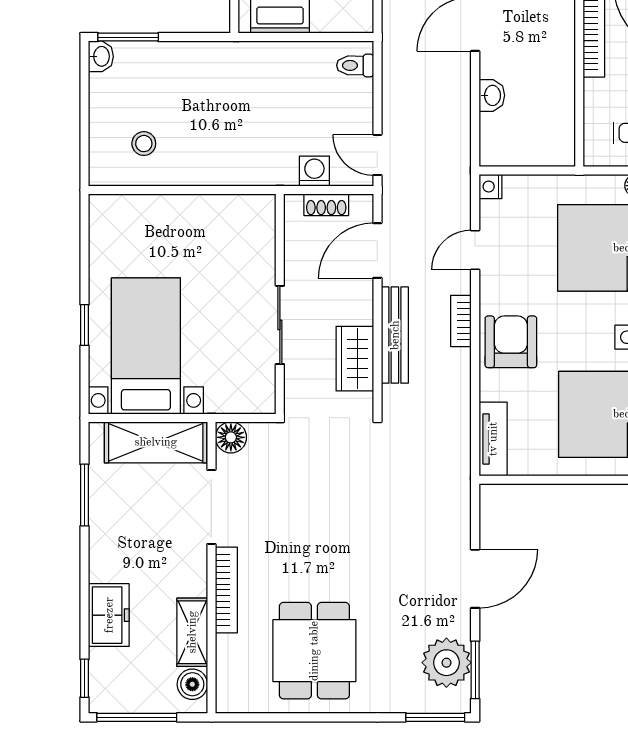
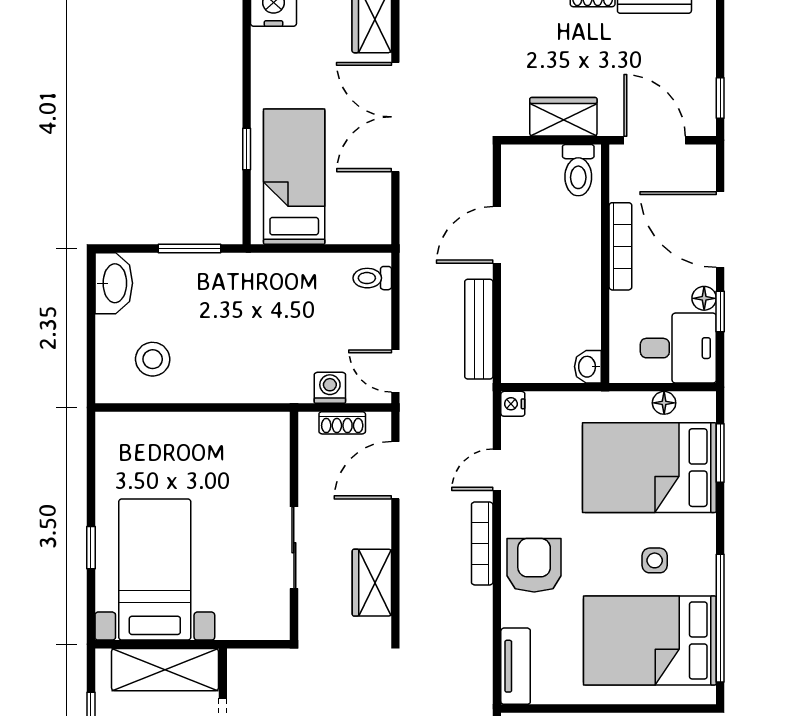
window: (128, 37) -> (189, 248), moved
washbasin: (101, 56) -> (114, 283), width x1.91, depth x1.45
washbasin: (492, 95) -> (588, 367), moved, turned 180
stool: (144, 144) -> (153, 359), width x1.37, depth x1.37
bookcase: (461, 321) -> (482, 543), width x1.56
bench: (395, 335) -> (479, 329), moved
floor lamp: (231, 437) -> (243, 665), removed

